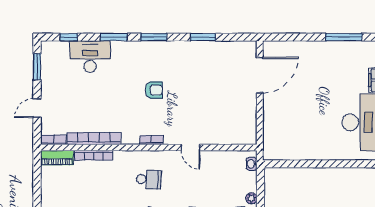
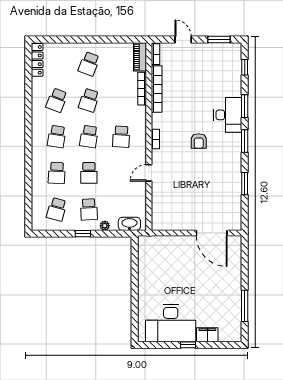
desk: (90, 57) -> (228, 115), moved
washbasin: (252, 164) -> (129, 224), width x1.91, depth x1.45

